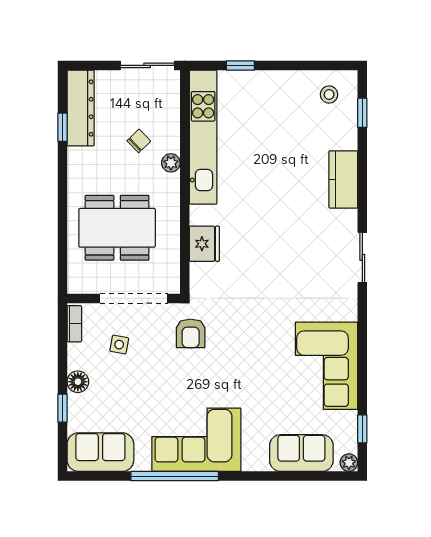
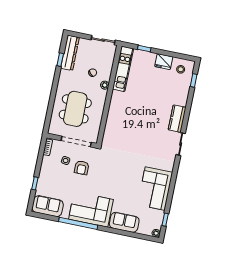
kitchen unit: (203, 137) -> (123, 69), width x0.73
kitchen counter: (343, 179) -> (177, 119), moved
dining table: (117, 228) -> (75, 109), turned 90
fridge: (204, 244) -> (164, 62), moved, turned 90
armchair: (191, 333) -> (82, 168), moved
floor lamp: (78, 382) -> (44, 173), removed
sofa: (301, 453) -> (124, 222), moved

